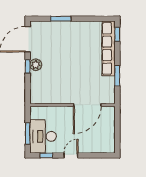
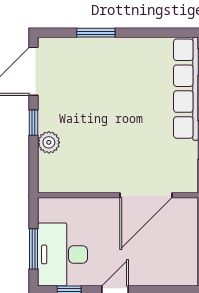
plant: (36, 65) -> (49, 142), moved

